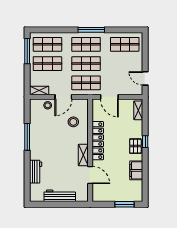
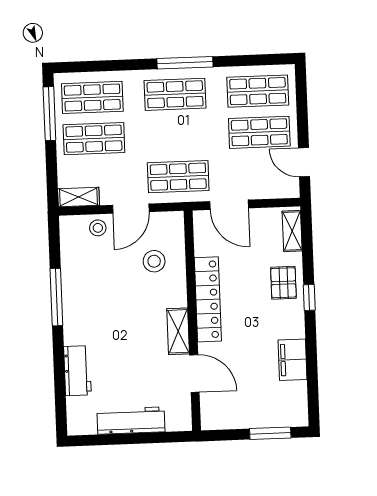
shop shelf: (86, 64) -> (259, 132), moved
pallet: (135, 146) -> (283, 283), moved

